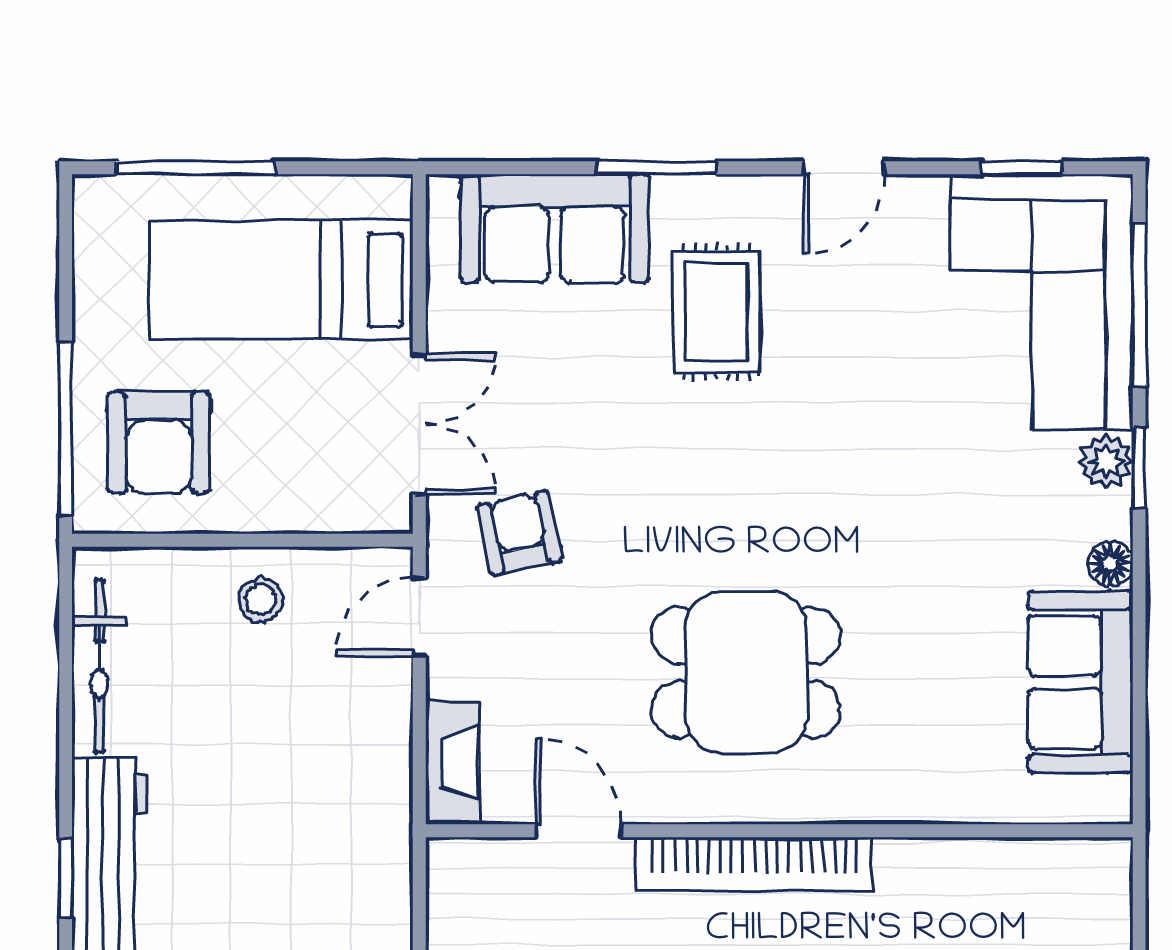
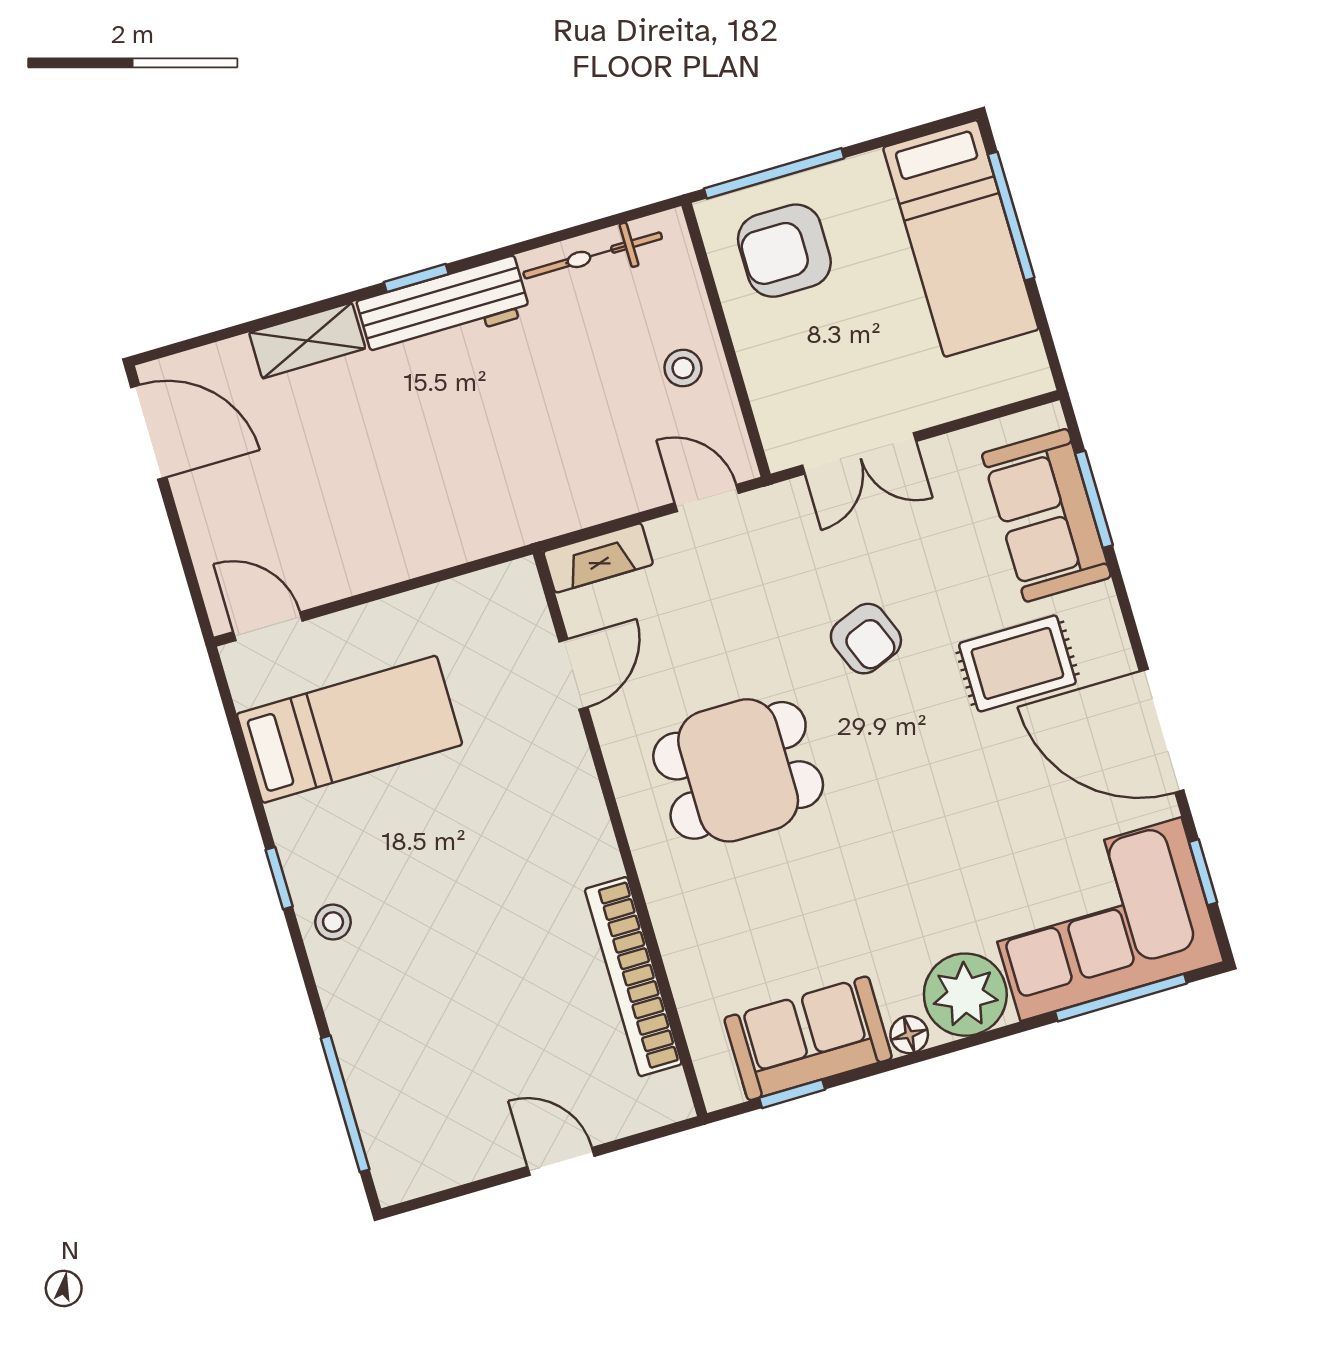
window: (657, 168) -> (1094, 499), moved
door: (844, 168) -> (1162, 731), width x1.87
bed: (281, 280) -> (961, 238), moved, turned 180
plant: (1106, 462) -> (965, 995), width x1.88, depth x1.88
window: (1139, 468) -> (792, 1094), moved
armchair: (520, 533) -> (866, 639), moved, turned 80
dining table: (746, 672) -> (738, 770), turned 90
bookcase: (754, 864) -> (633, 977), moved

